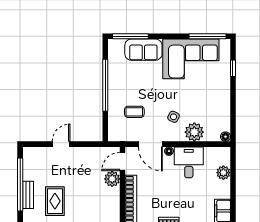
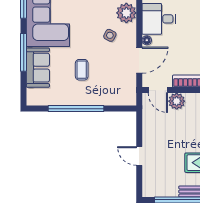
window: (130, 36) -> (24, 52), moved
coffee table: (134, 112) -> (82, 70), moved

